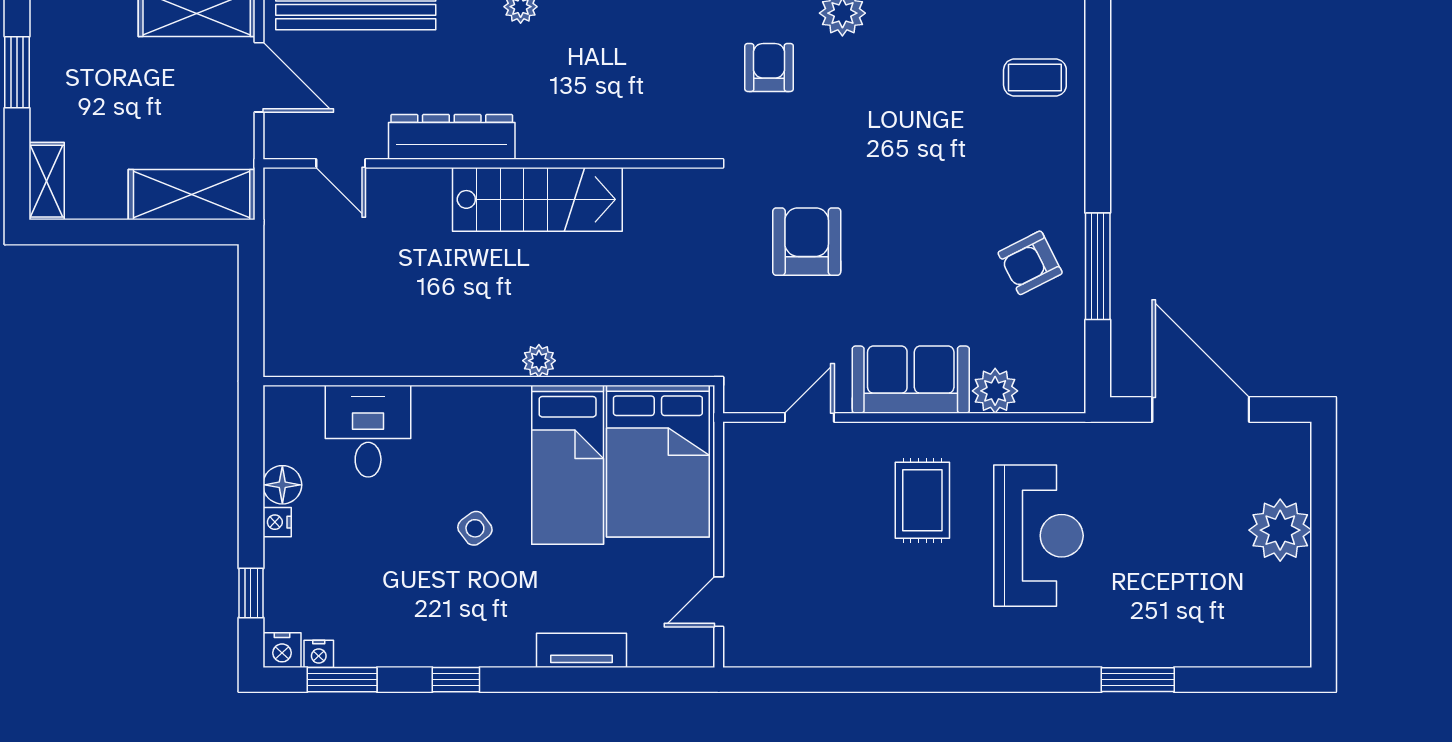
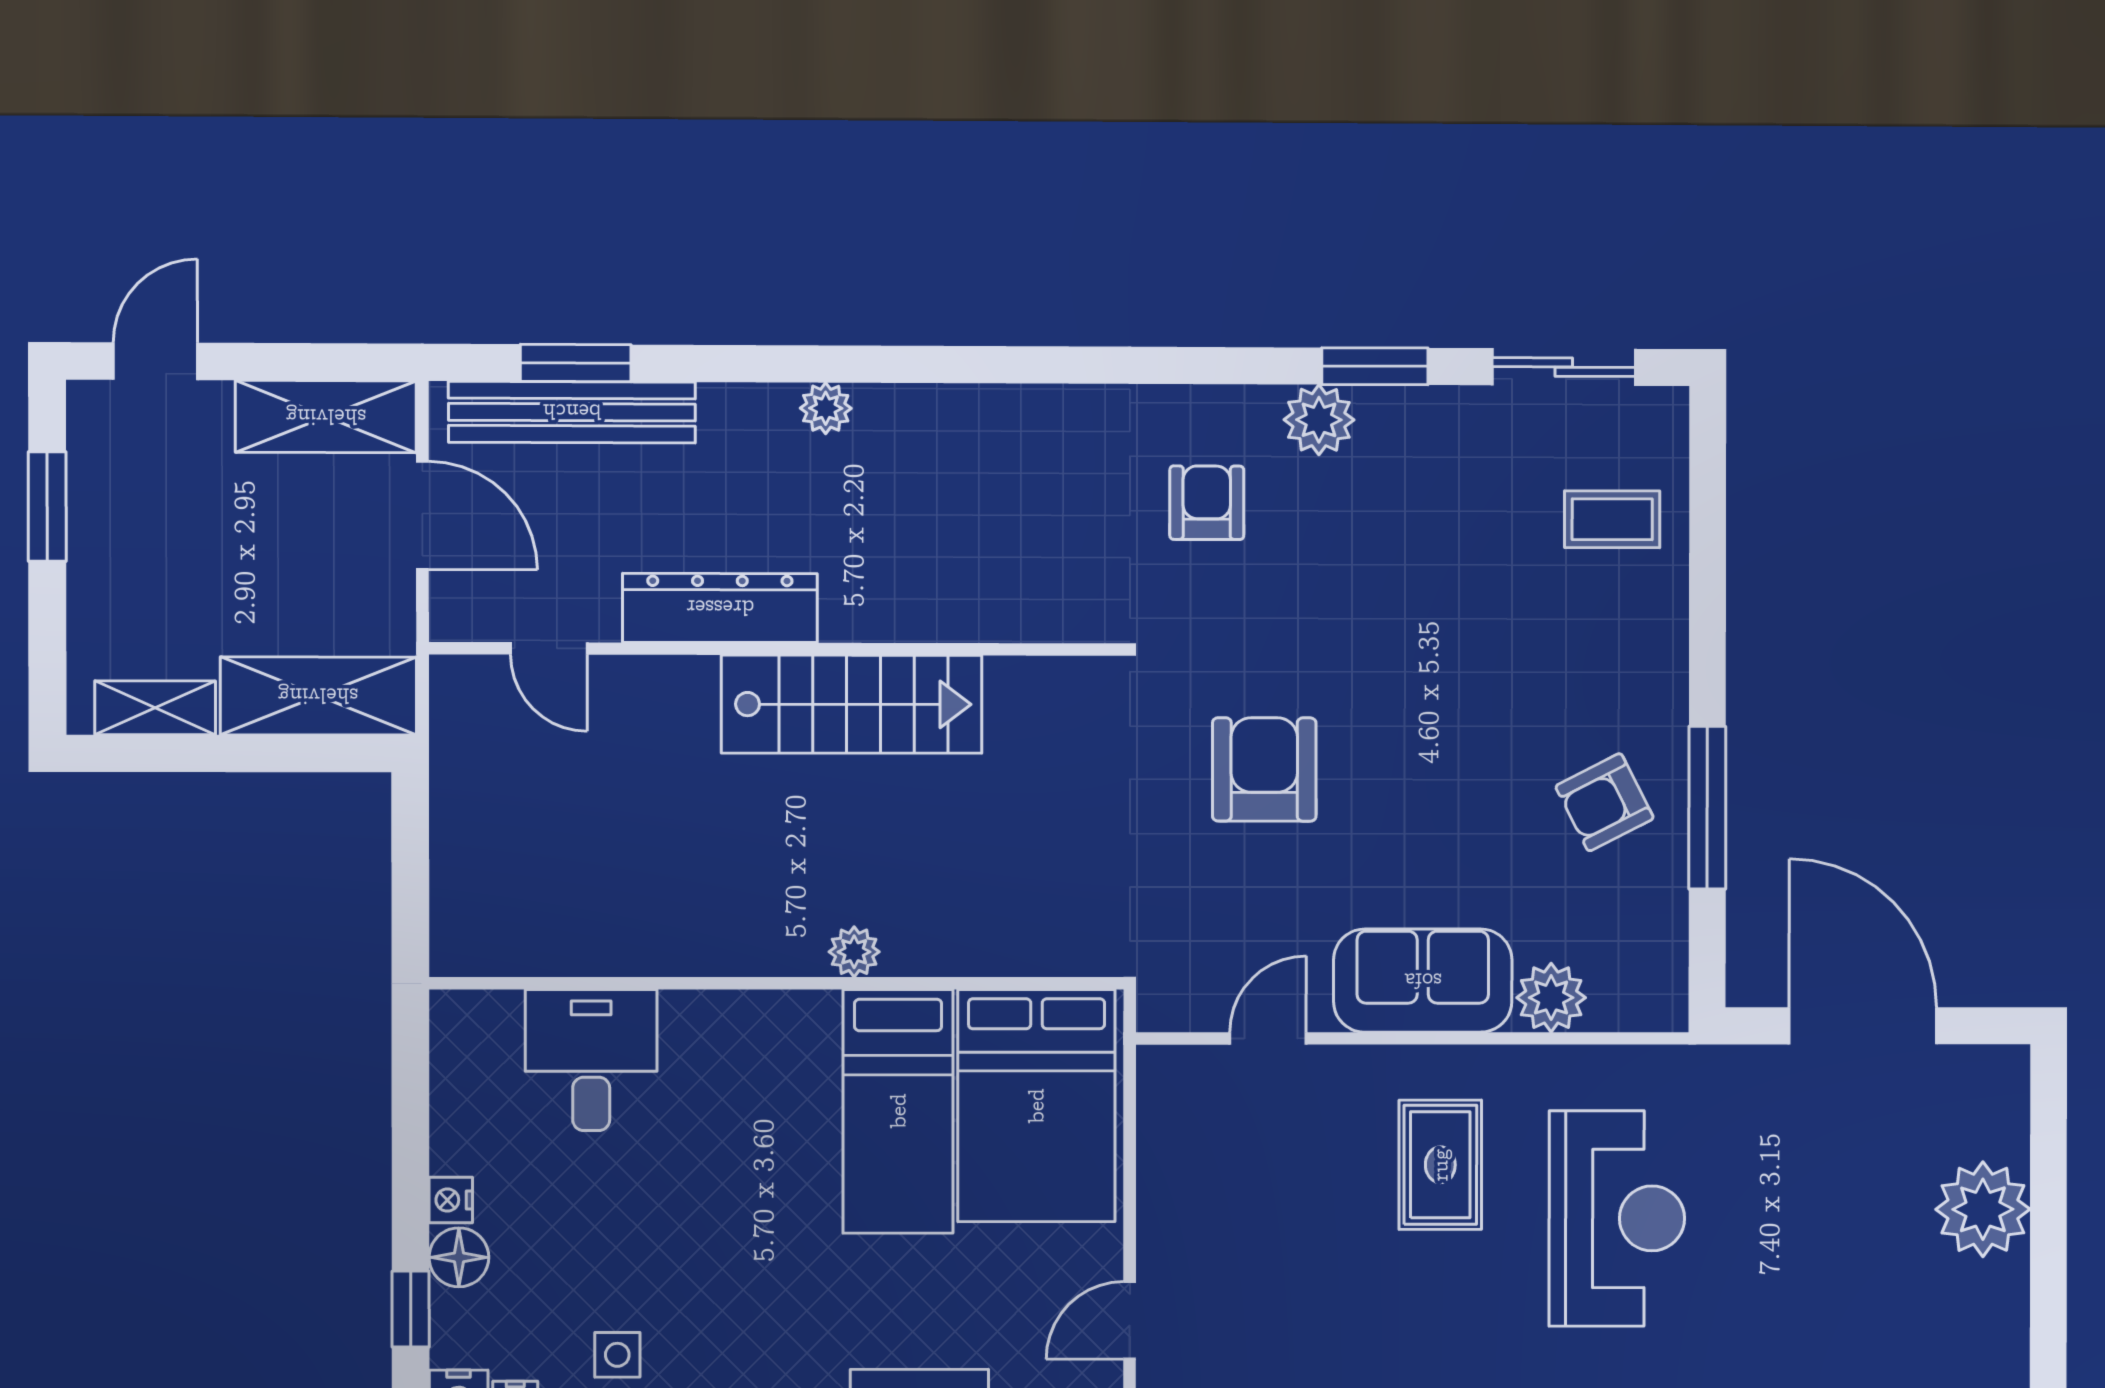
shelving: (47, 181) -> (155, 708), moved, turned 90
floor lamp: (282, 485) -> (459, 1257), moved
side table: (475, 528) -> (617, 1355), moved, turned 37

